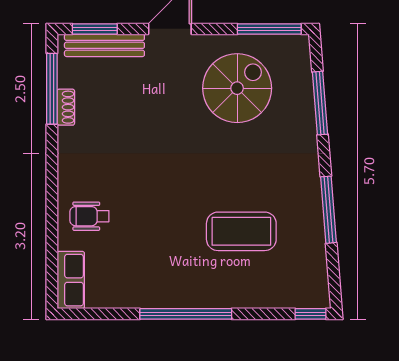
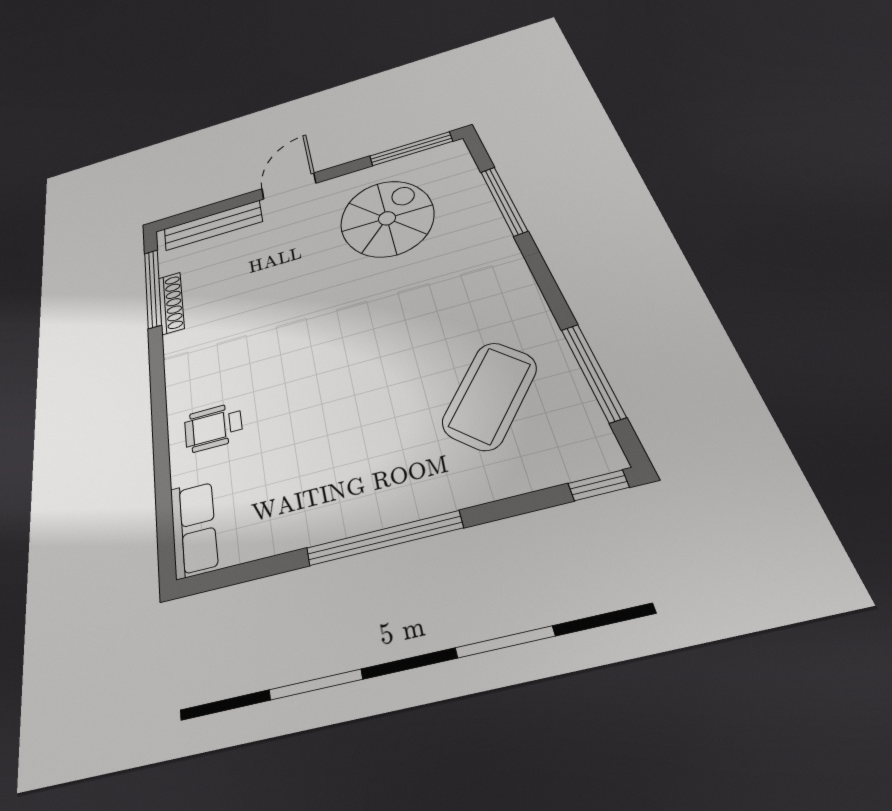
window: (95, 29) -> (200, 213), removed
shoe rack: (66, 107) -> (171, 303), width x1.43
window: (329, 210) -> (593, 372), moved
coffee table: (241, 231) -> (490, 395), moved, turned -49

